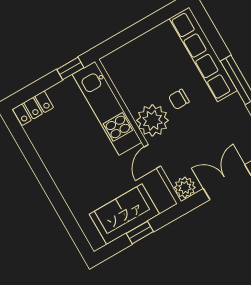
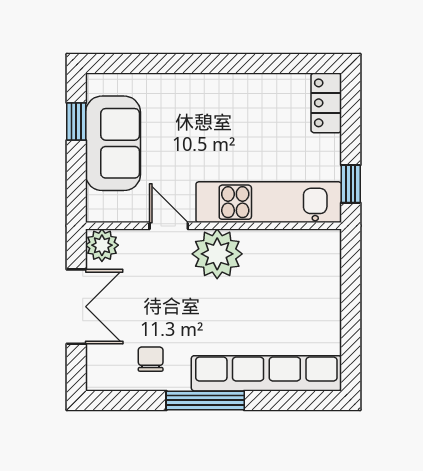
chair: (179, 99) -> (151, 359), moved
window: (140, 233) -> (76, 121), moved

